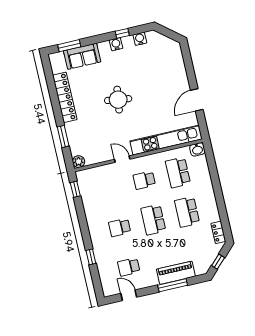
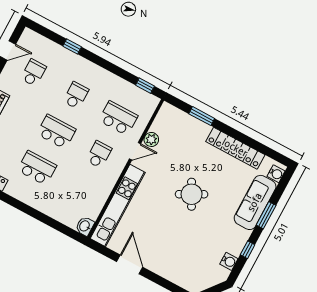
water cooler: (116, 44) -> (276, 174), moved
window: (69, 46) -> (266, 215), moved
sofa: (82, 56) -> (255, 202), width x1.36
round table: (118, 100) -> (192, 194), turned -36
plant: (79, 162) -> (151, 139), moved
school desk: (178, 172) -> (118, 118), moved

